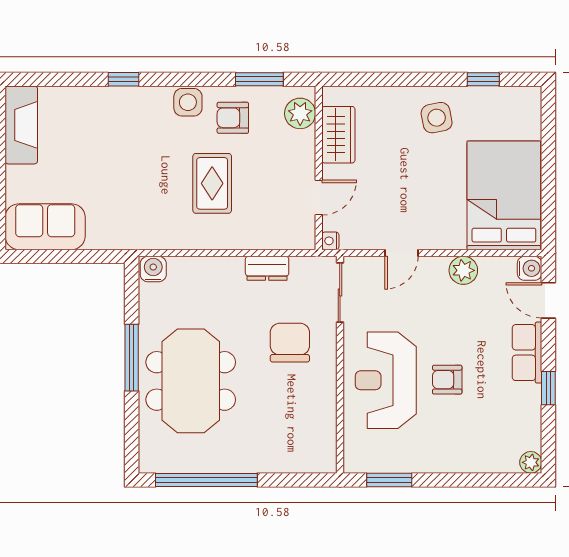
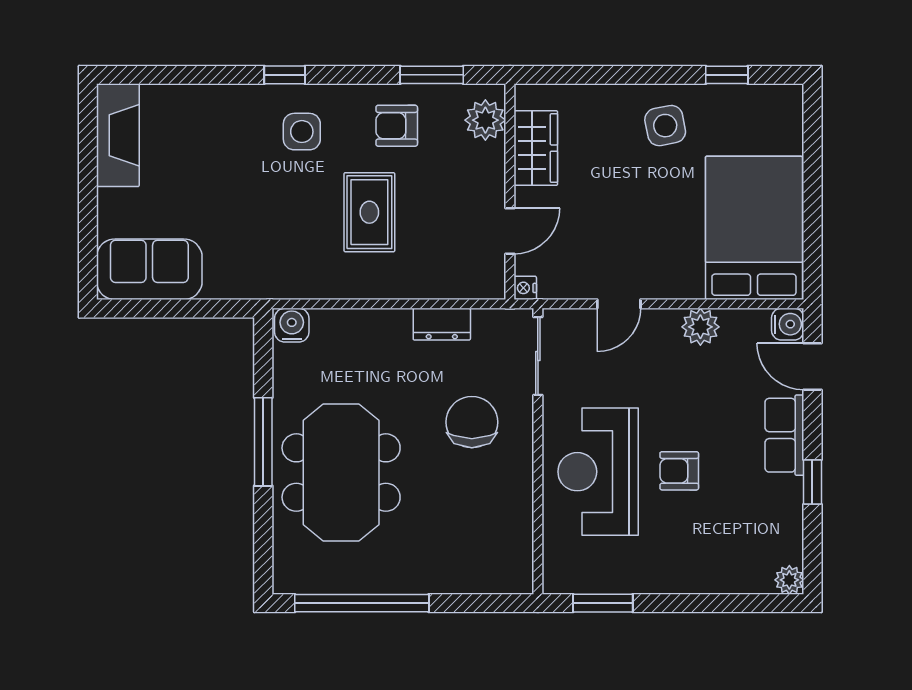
window: (123, 79) -> (285, 75), moved
side table: (188, 102) -> (302, 132), moved

